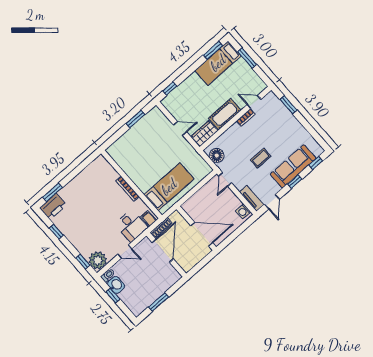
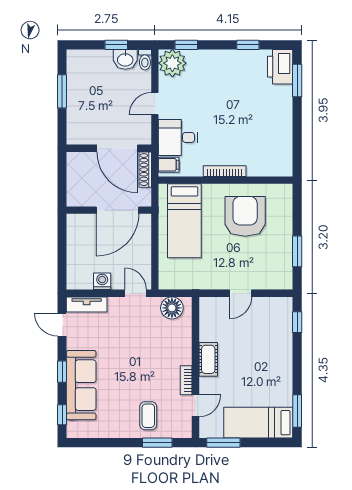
window: (247, 58) -> (223, 443), moved
bed: (218, 63) -> (258, 423), moved, turned -90
cot: (225, 114) -> (208, 359), width x0.73, depth x0.75
wardrobe: (204, 134) -> (210, 316), removed
coffee table: (261, 158) -> (148, 416), moved
armchair: (141, 159) -> (245, 216), added
washing machine: (243, 211) -> (102, 281), moved
door: (202, 234) -> (117, 210), moved

